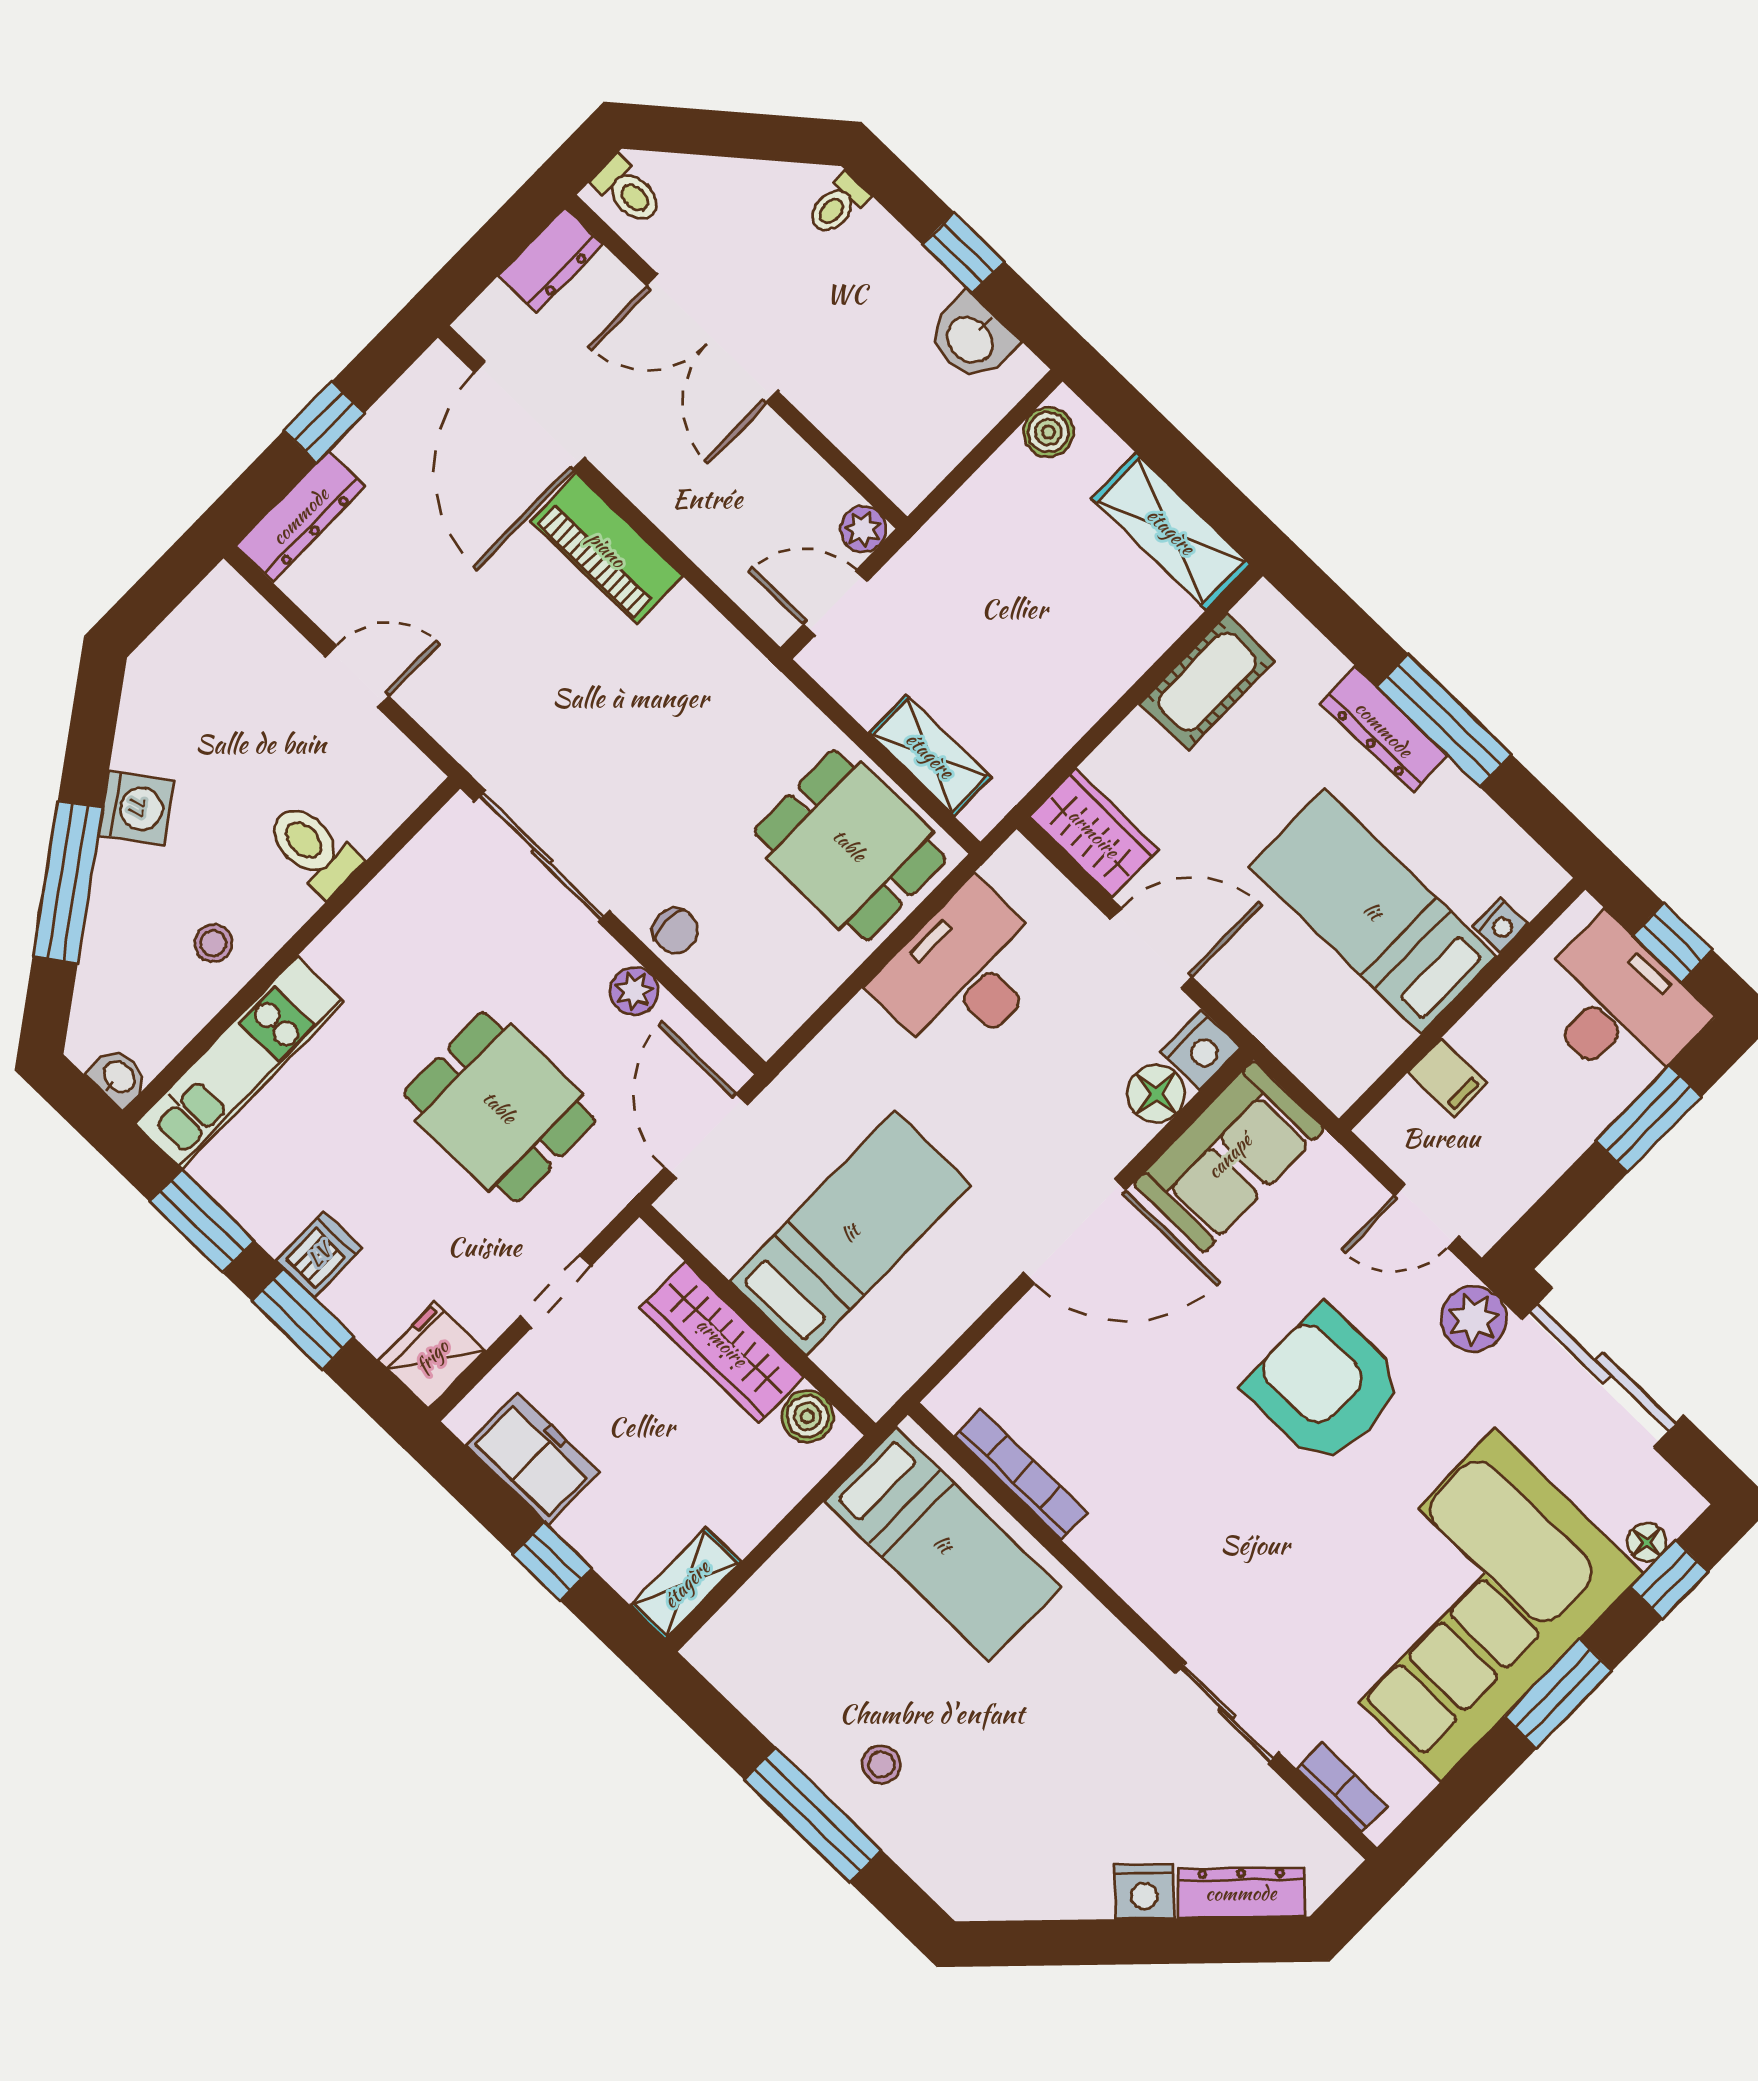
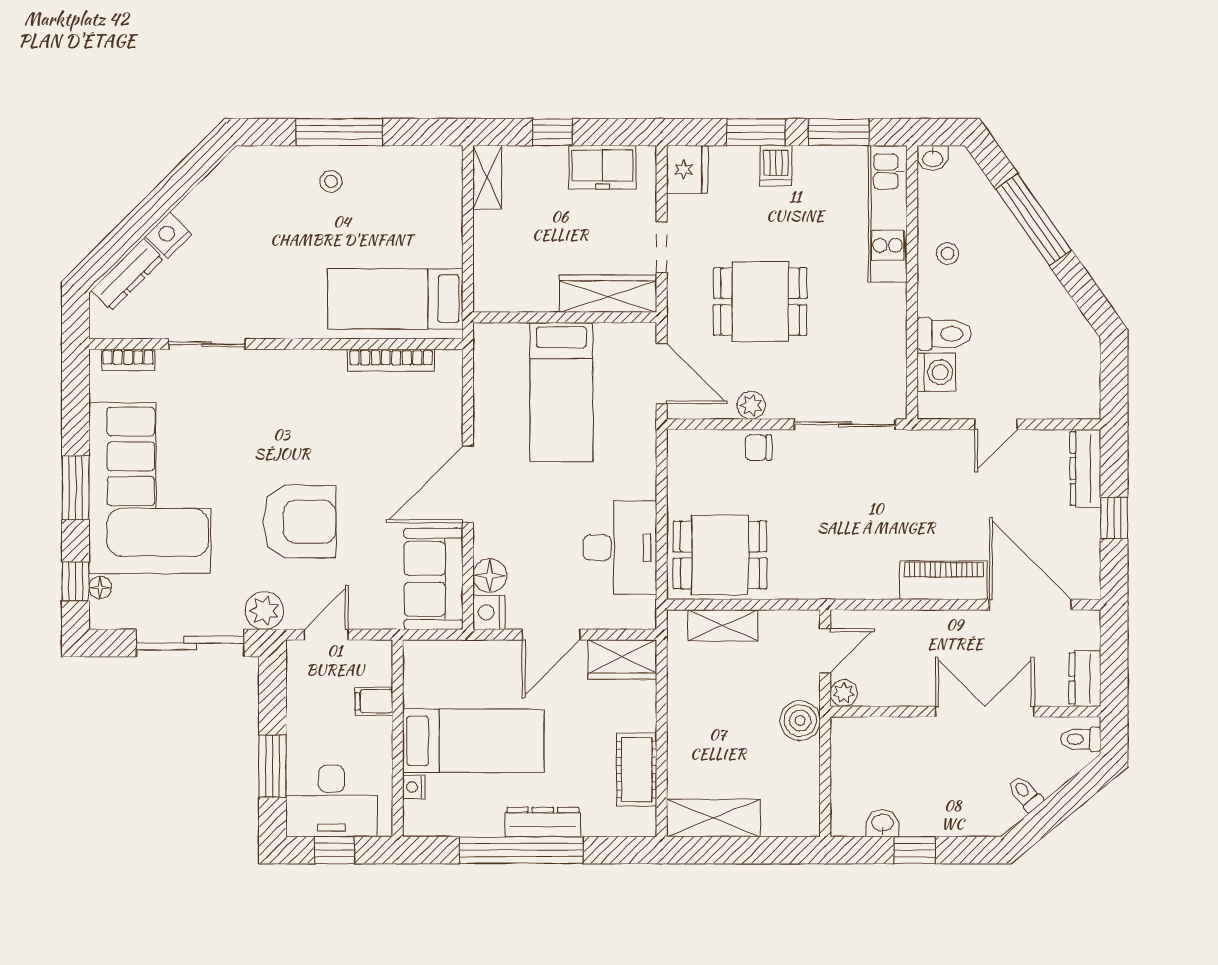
toilet: (837, 205) -> (1025, 793), moved, turned -40
washbasin: (971, 338) -> (882, 823), width x0.72, depth x0.69
boiler: (1048, 432) -> (800, 721), moved, width x1.36, depth x1.36
window: (1444, 720) -> (521, 850), width x1.46
washing machine: (136, 808) -> (936, 372), moved, turned -145
wardrobe: (722, 1342) -> (608, 294), moved
boiler: (807, 1416) -> (504, 297), removed

